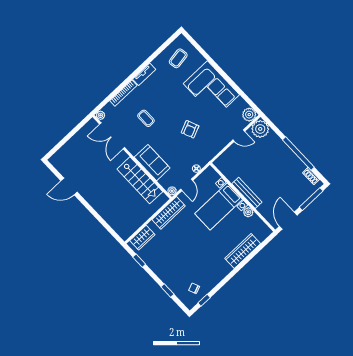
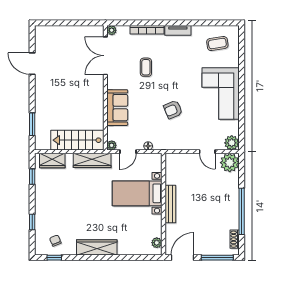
stairs: (140, 180) -> (77, 140), moved, turned 90
plant: (248, 212) -> (157, 243), moved
window: (107, 226) -> (32, 124), added
wardrobe: (243, 251) -> (97, 247), moved

